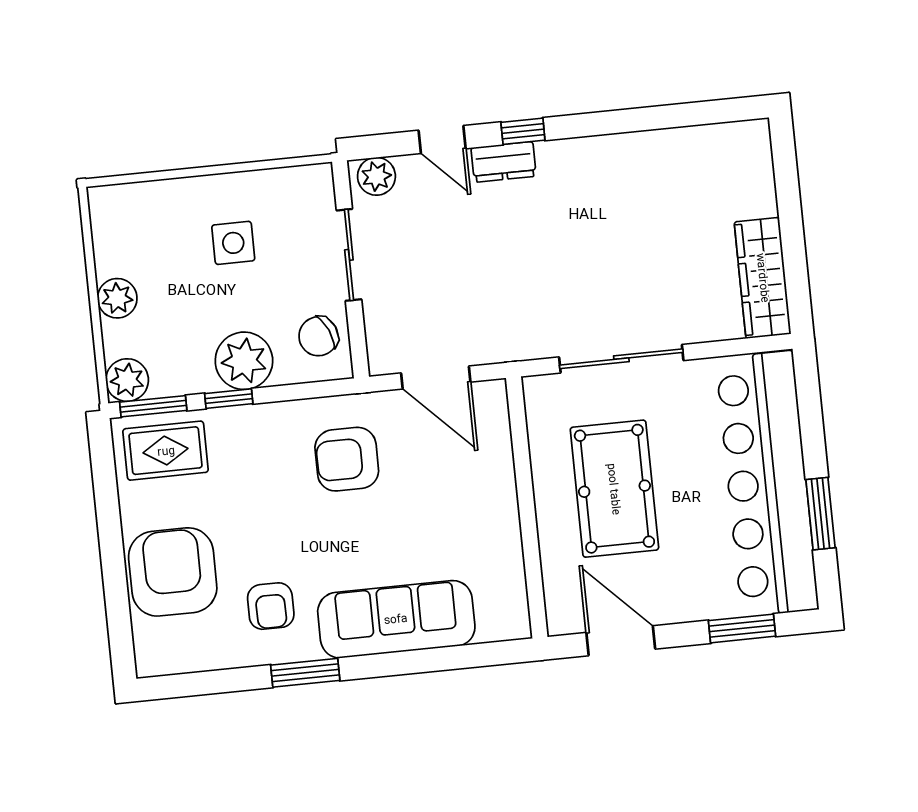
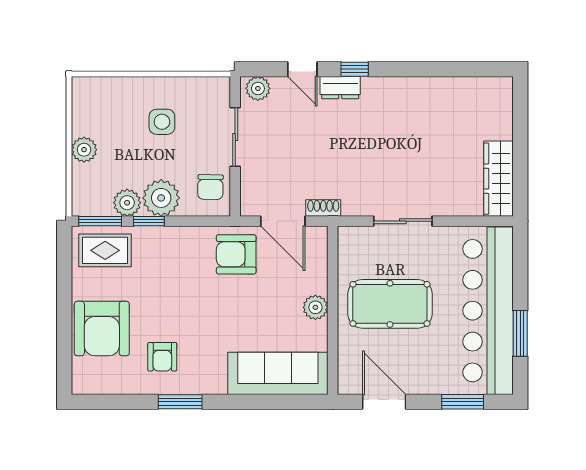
chair: (318, 336) -> (210, 187), turned -65
shoe rack: (496, 351) -> (323, 208), added
sliding door: (621, 359) -> (403, 221), width x0.73
plant: (127, 380) -> (127, 203), moved
armchair: (347, 459) -> (236, 254), moved
pool table: (614, 489) -> (390, 304), turned 90
plant: (500, 506) -> (315, 307), added
armchair: (173, 572) -> (102, 328), turned 180
sofa: (396, 619) -> (278, 373), moved

